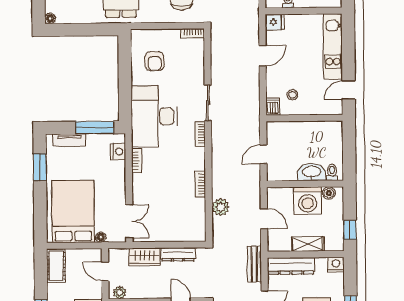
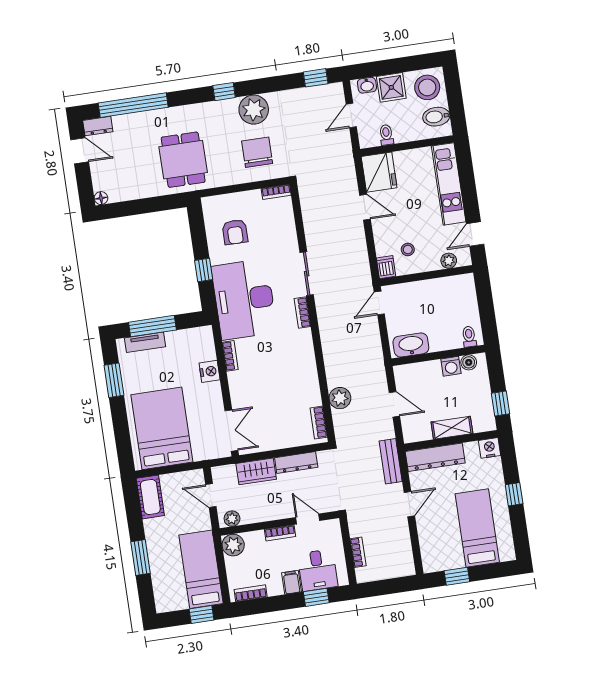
fridge: (275, 22) -> (379, 172), width x1.88, depth x1.34
door: (263, 56) -> (365, 207), hinge flipped
window: (125, 88) -> (204, 270), added
plant: (324, 109) -> (449, 261), added
window: (95, 128) -> (152, 326), moved
nightstand: (118, 152) -> (210, 371), moved
door: (263, 154) -> (379, 303), moved
washbasin: (312, 172) -> (411, 345), moved
bookcase: (200, 184) -> (319, 423), moved
washing machine: (308, 201) -> (451, 366), width x0.53, depth x0.53
floor lamp: (101, 237) -> (200, 455), removed

